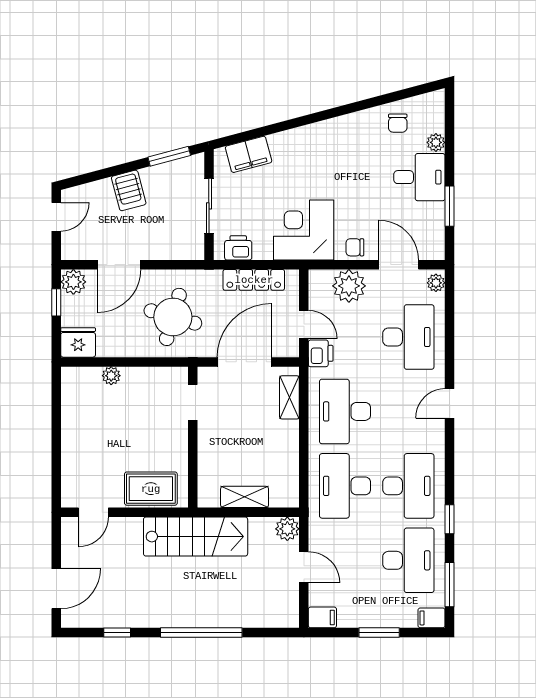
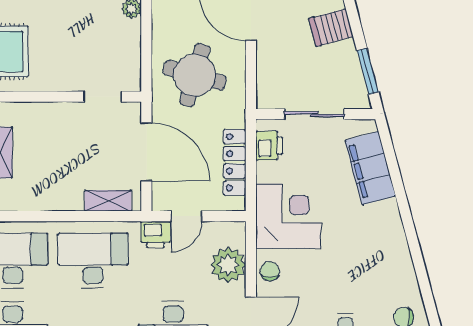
filing cabinet: (249, 154) -> (370, 168), width x1.50, depth x1.17

